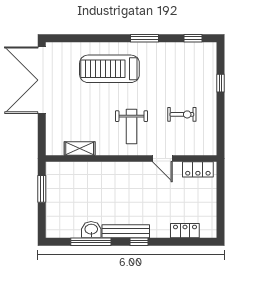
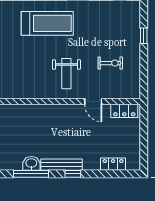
treadmill: (109, 69) -> (47, 23), turned 180
shelving: (80, 149) -> (21, 93), removed

